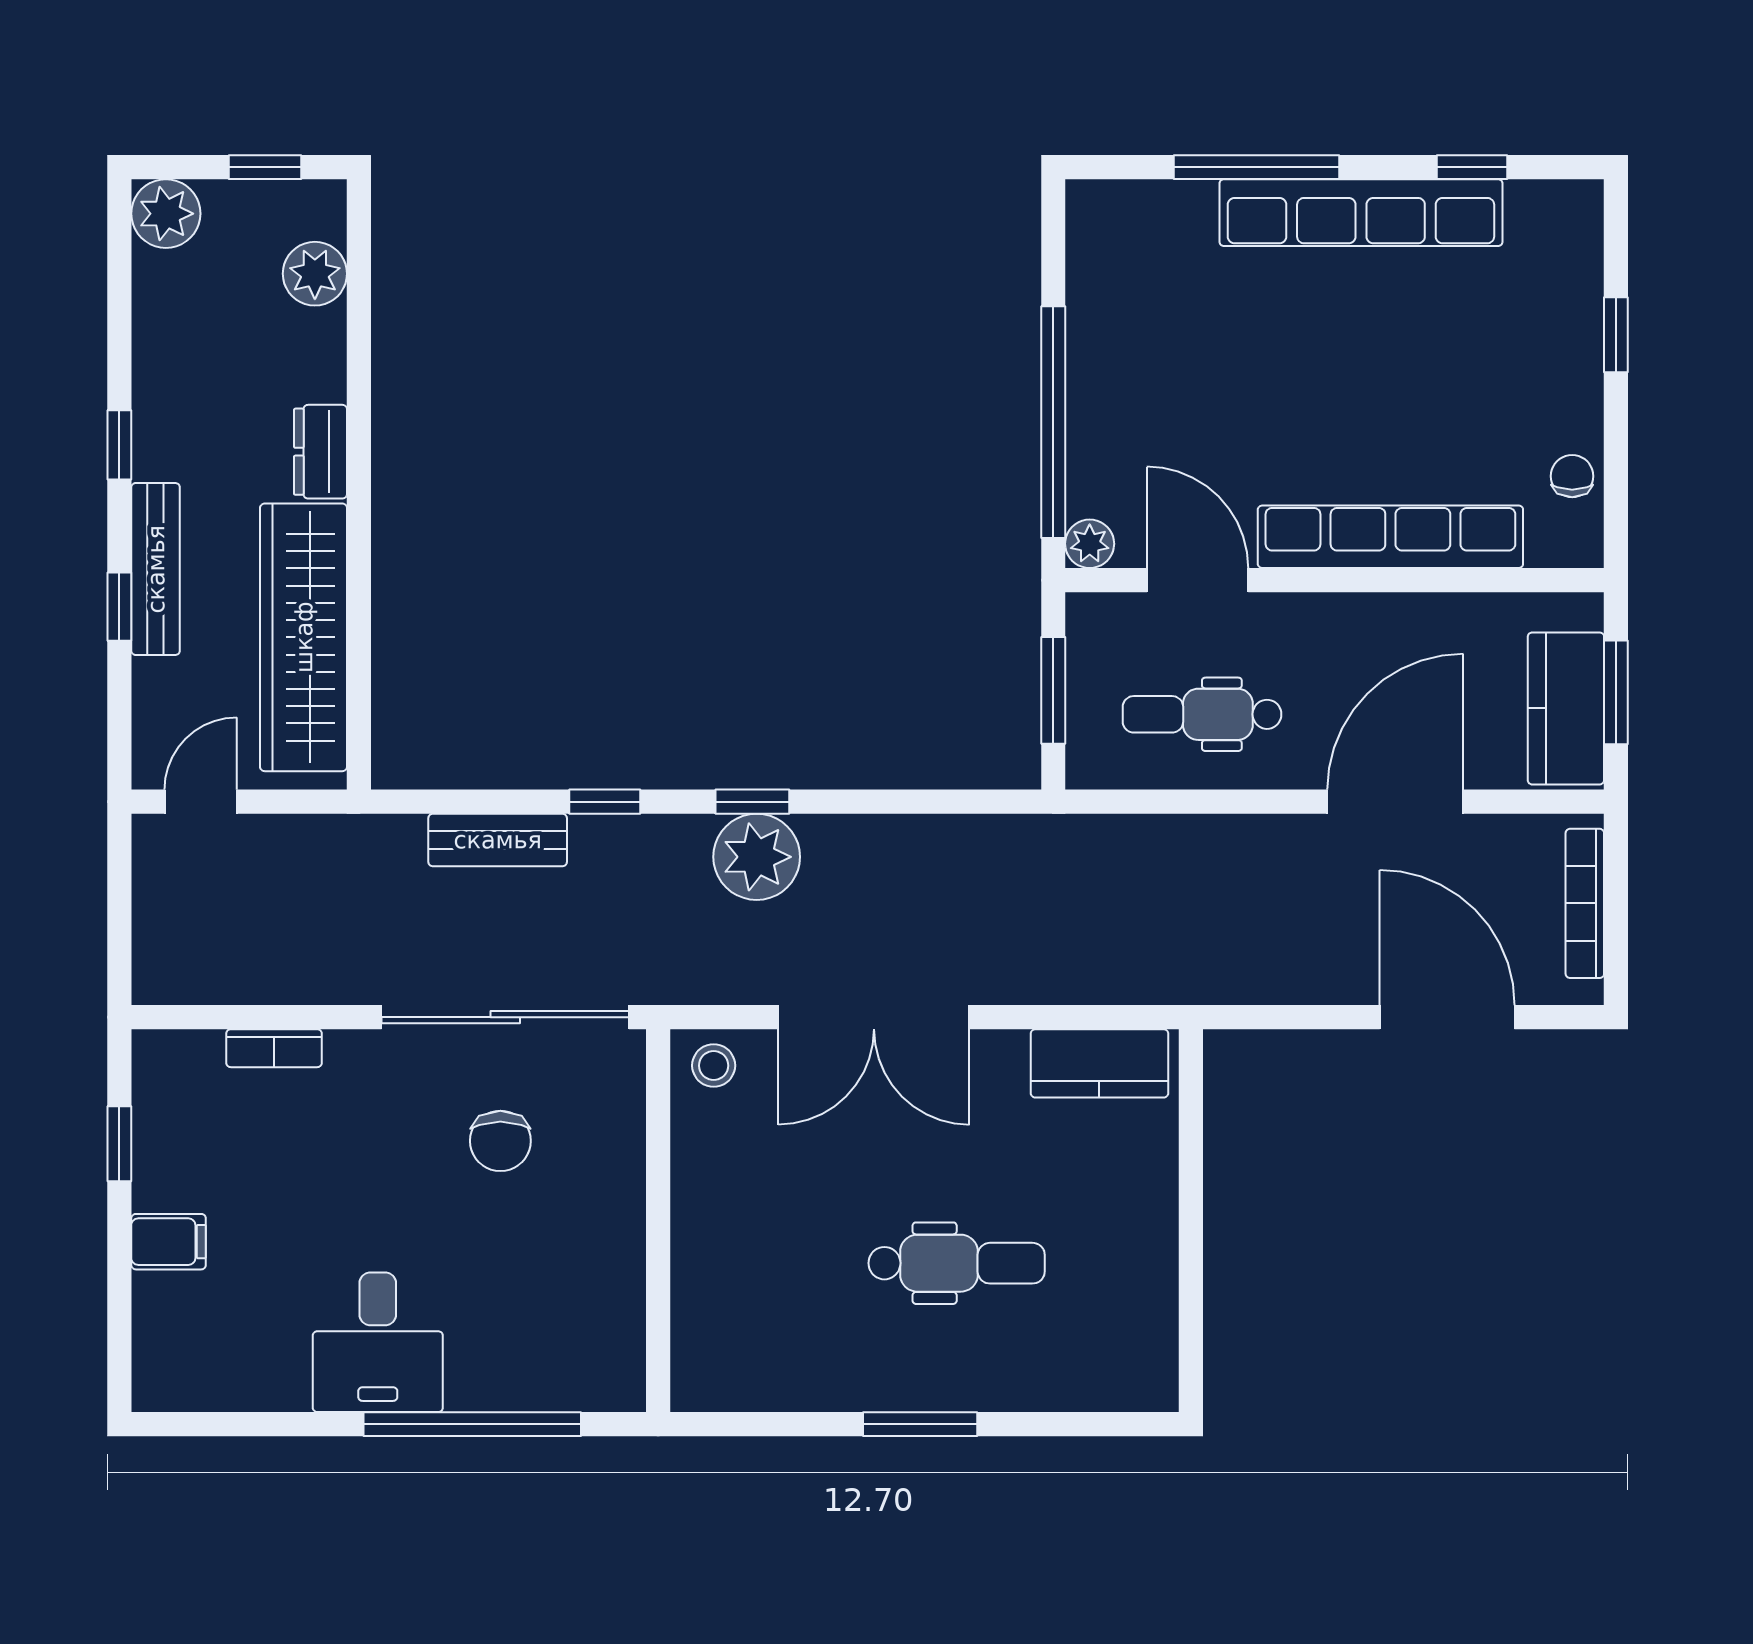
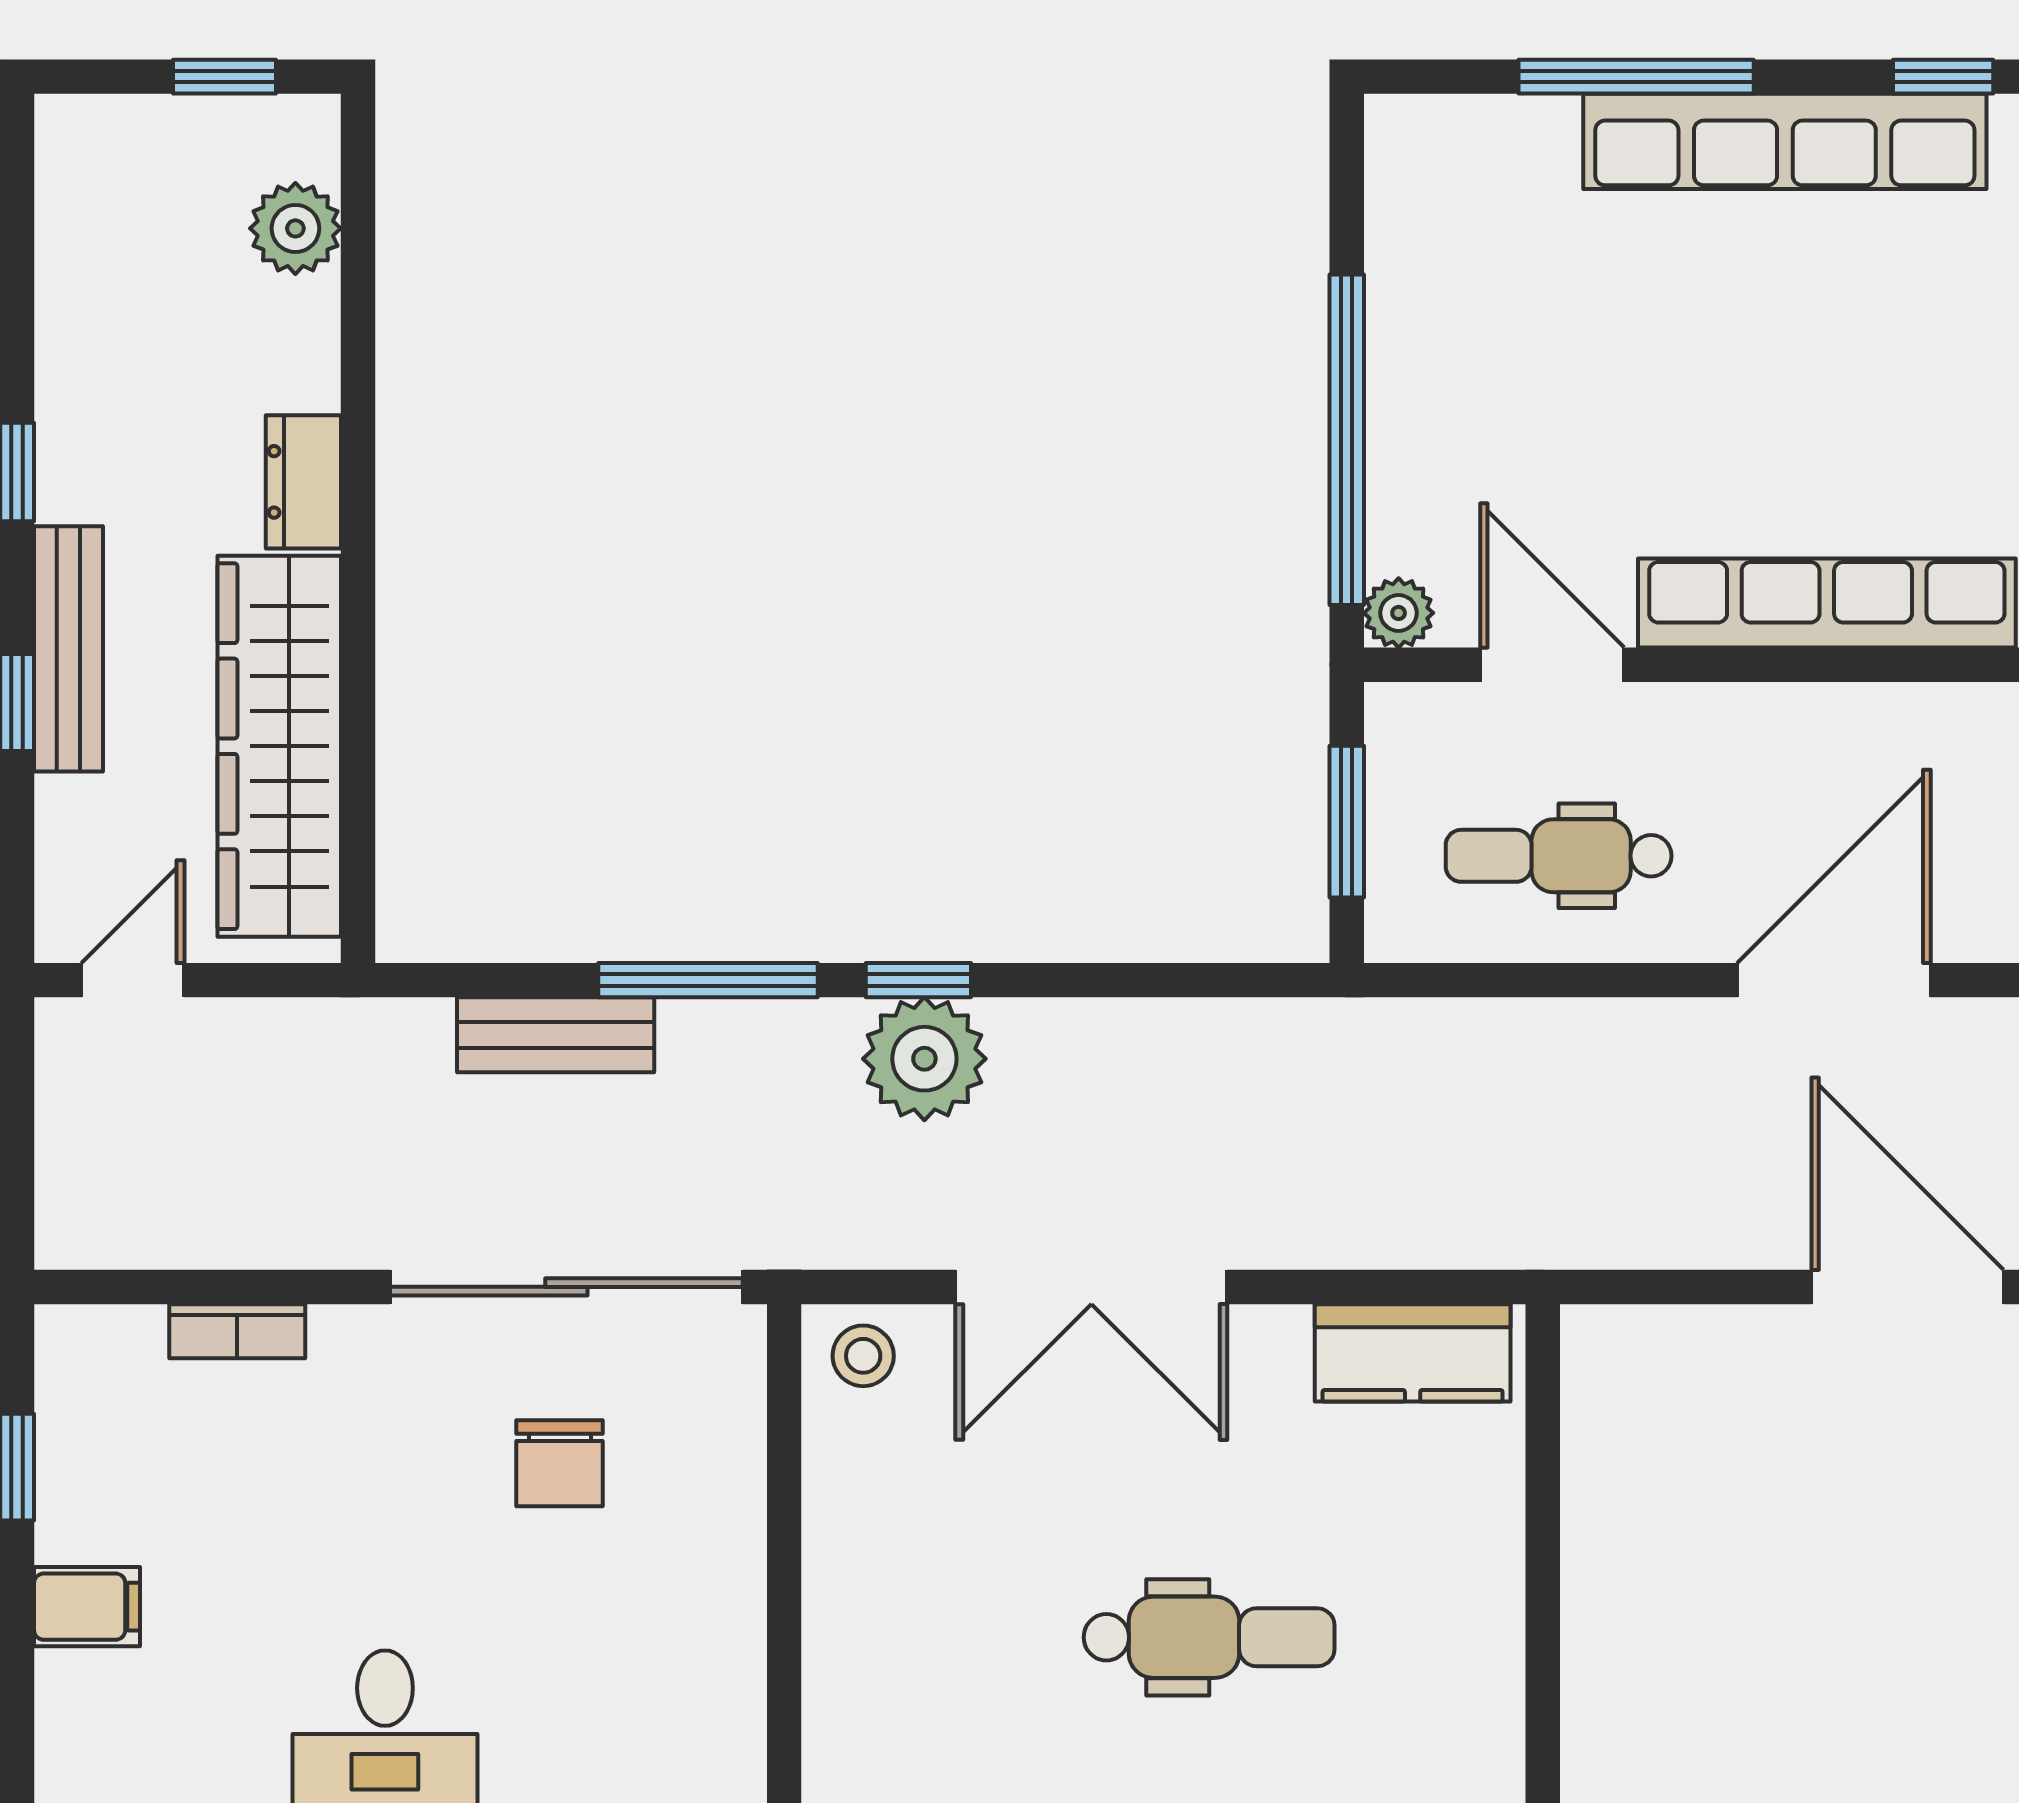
plant: (166, 214) -> (83, 143), removed
window: (605, 802) -> (708, 980), width x2.17

